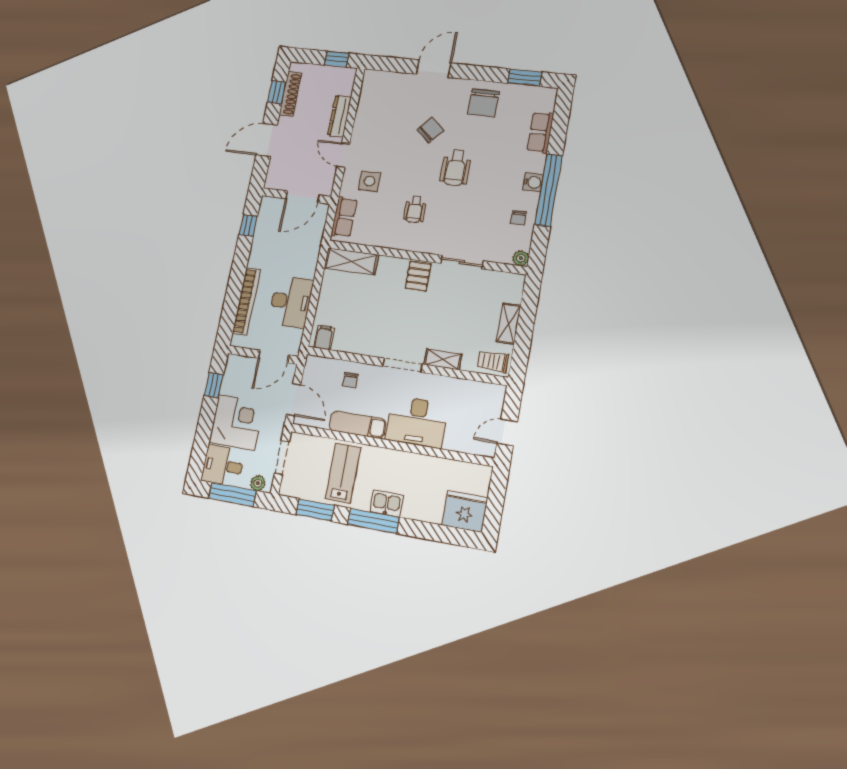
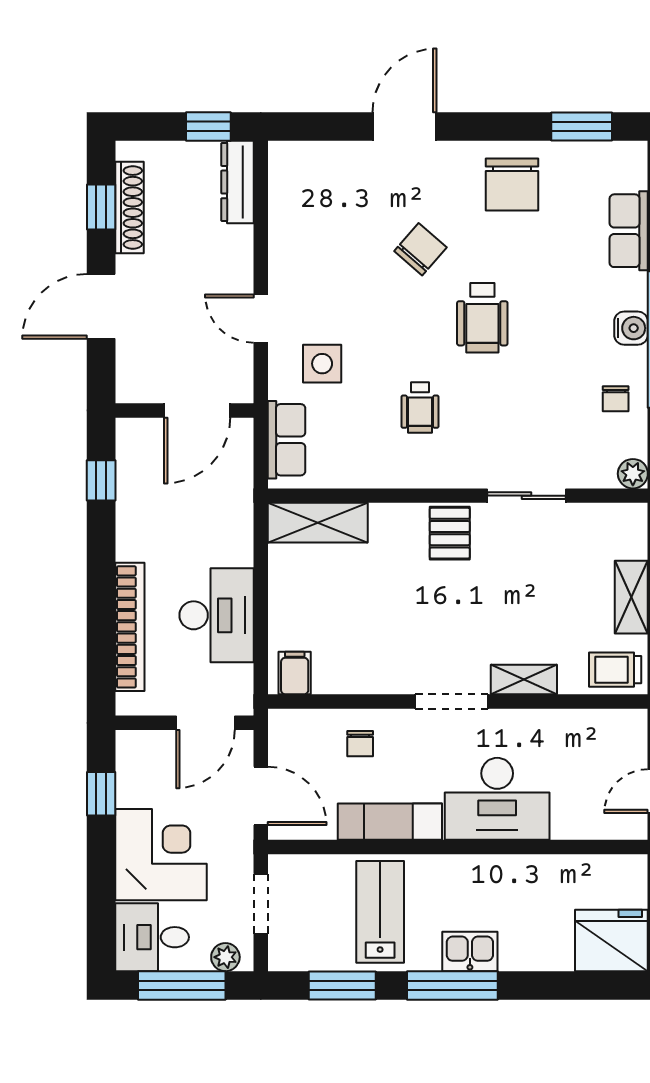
dresser: (340, 116) -> (238, 182), moved

